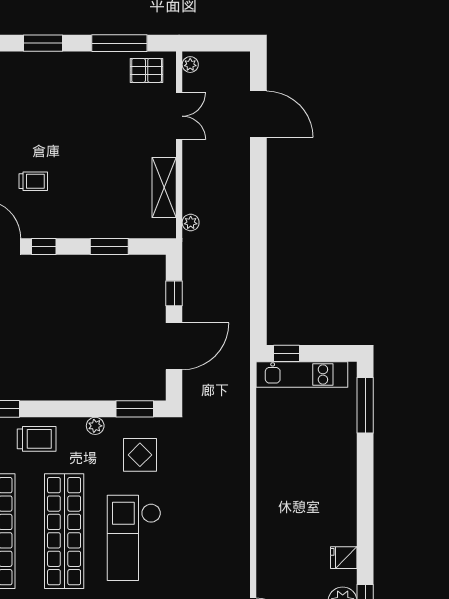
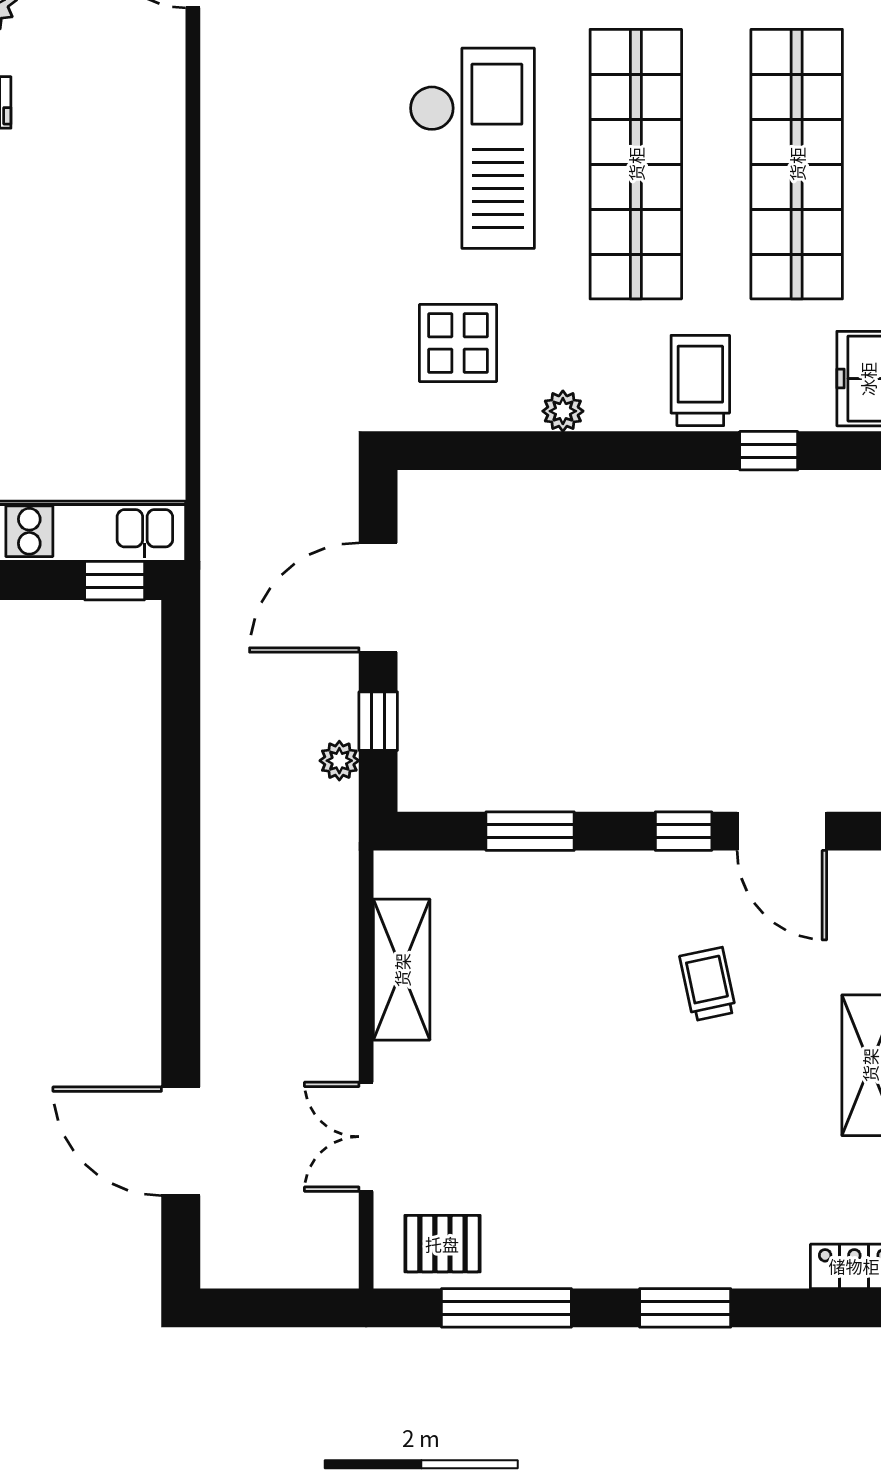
plant: (190, 65) -> (340, 1258), removed
trolley: (33, 181) -> (708, 984), turned 78
plant: (191, 223) -> (339, 761), moved
window: (135, 409) -> (470, 451), removed
trolley: (37, 439) -> (700, 381), turned 90

